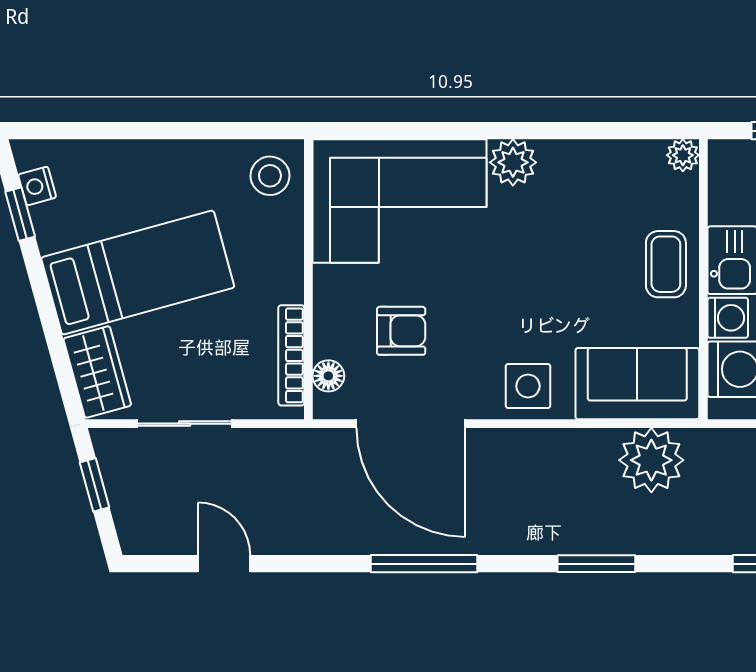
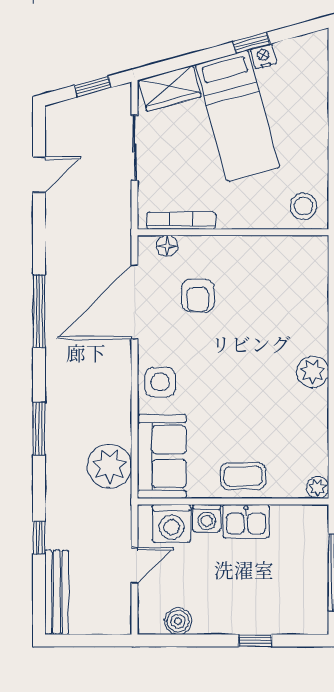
nightstand: (37, 186) -> (264, 56), moved
corner sofa: (399, 201) -> (286, 294), removed
window: (20, 214) -> (251, 43), moved

